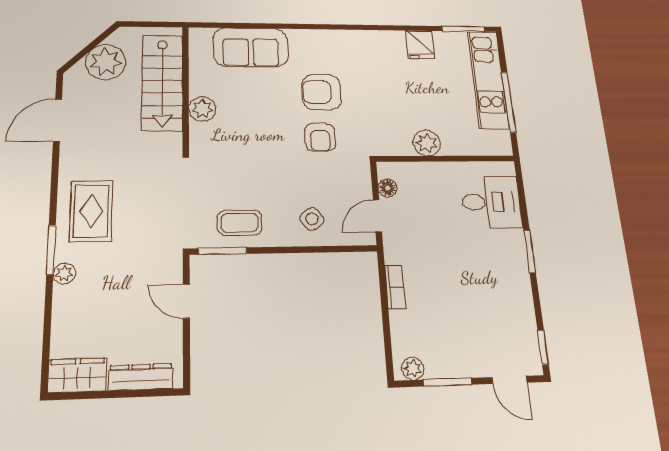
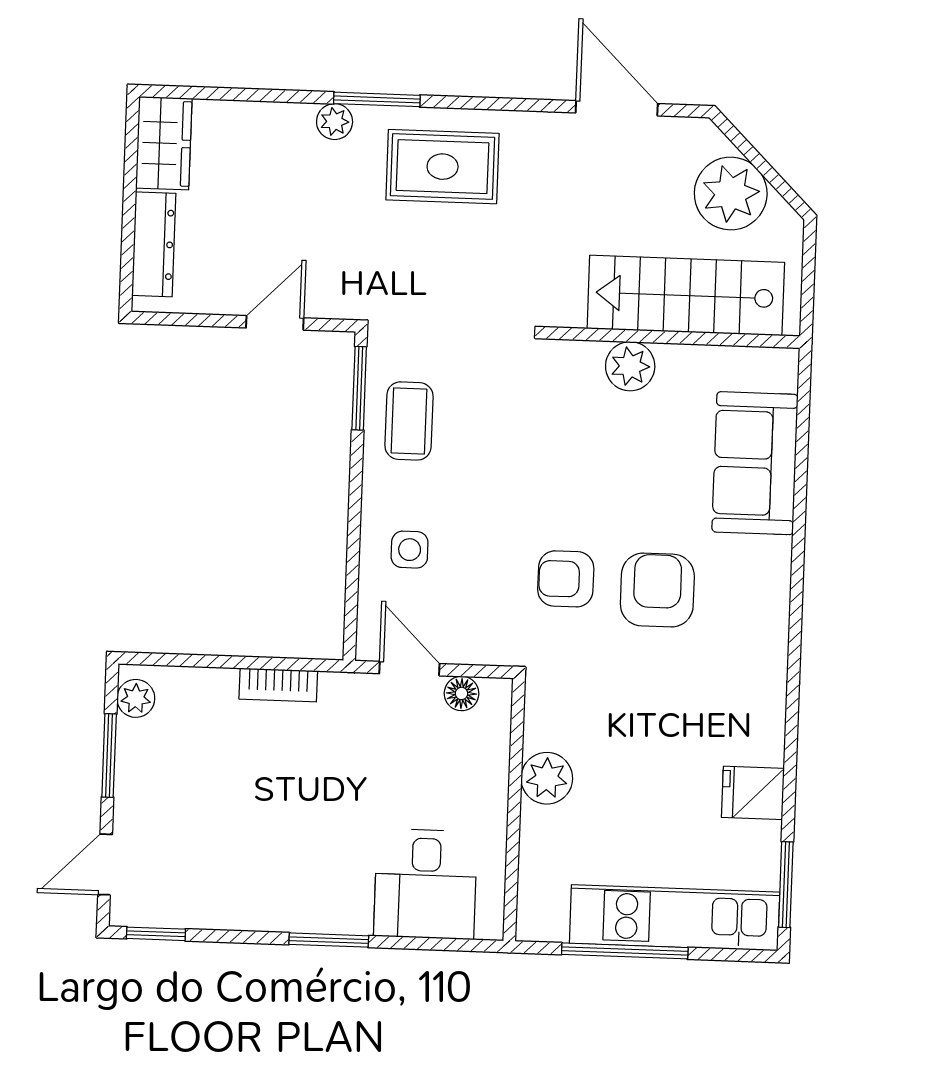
side table: (312, 219) -> (410, 550), turned 37

